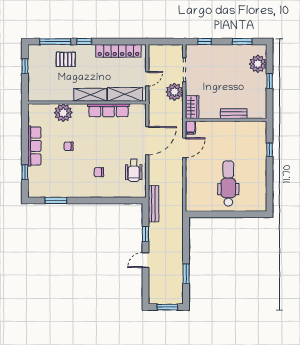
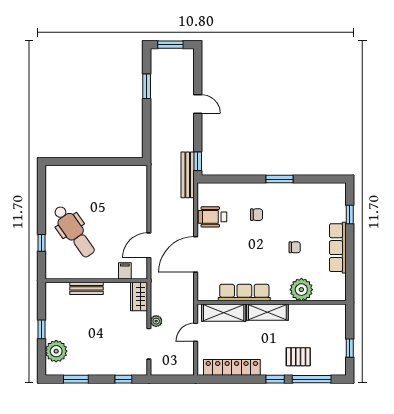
plant: (174, 92) -> (156, 321), width x0.53, depth x0.53
filing cabinet: (191, 128) -> (125, 271), moved
wheelchair: (134, 170) -> (213, 217), turned -90
dental chair: (228, 183) -> (74, 231), moved, turned -35
window: (56, 200) -> (279, 179), moved
window: (145, 234) -> (198, 161), moved
door: (145, 260) -> (198, 104), hinge flipped

